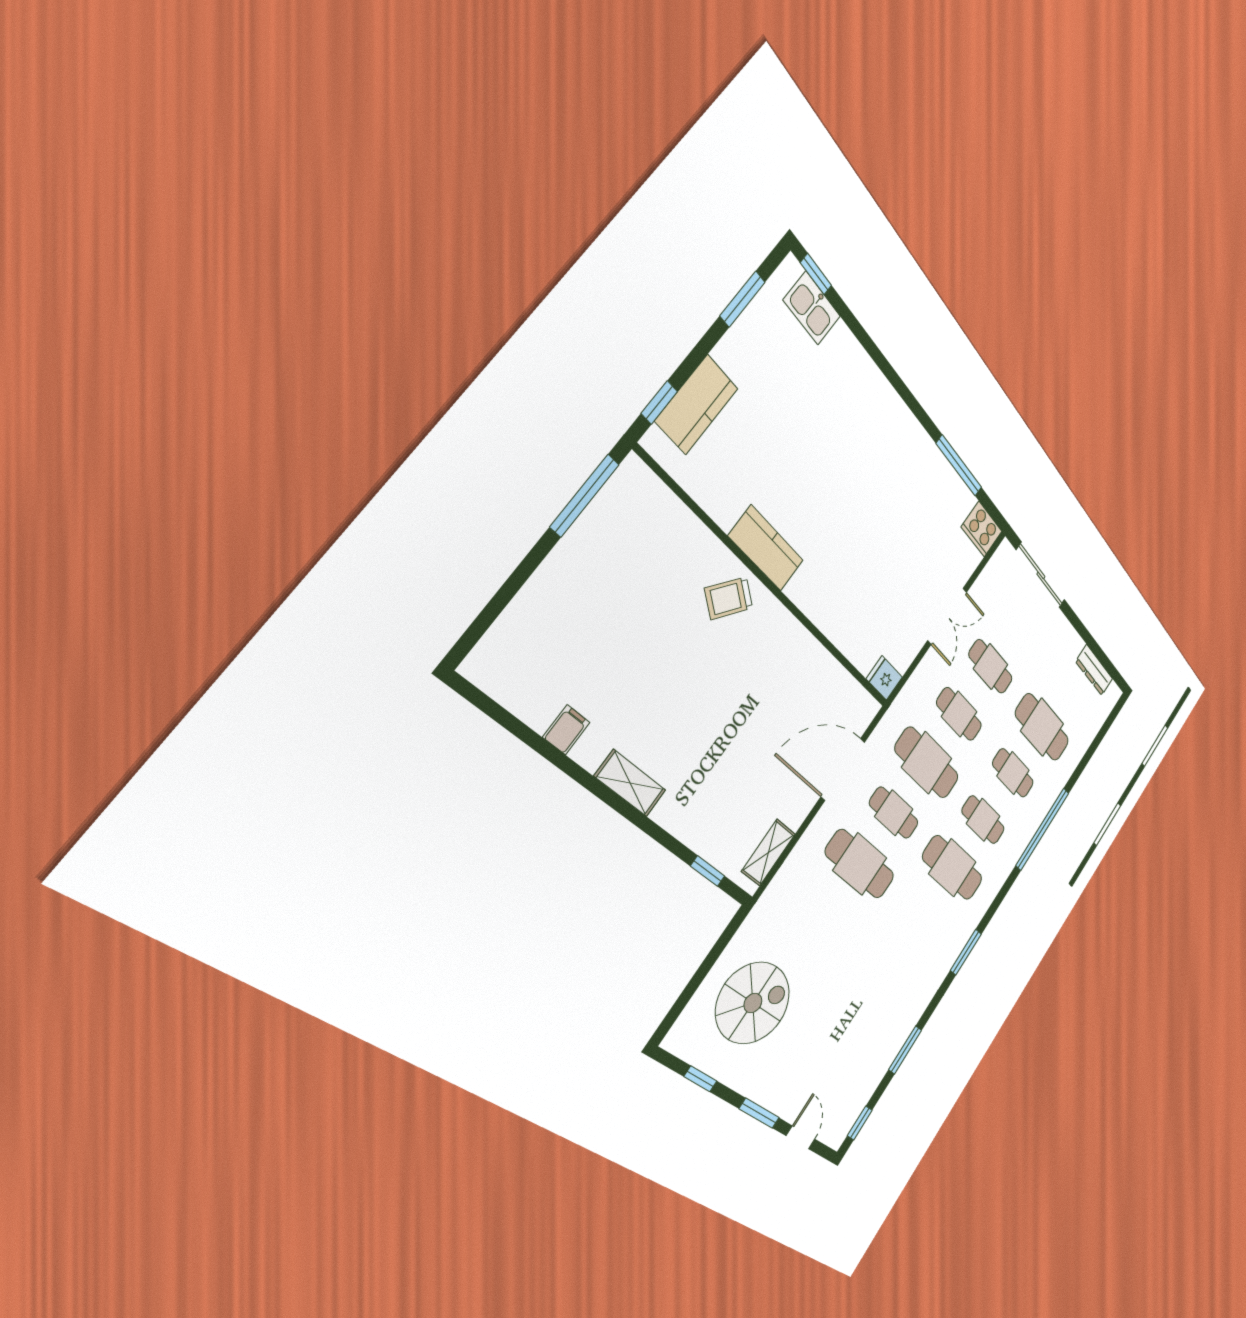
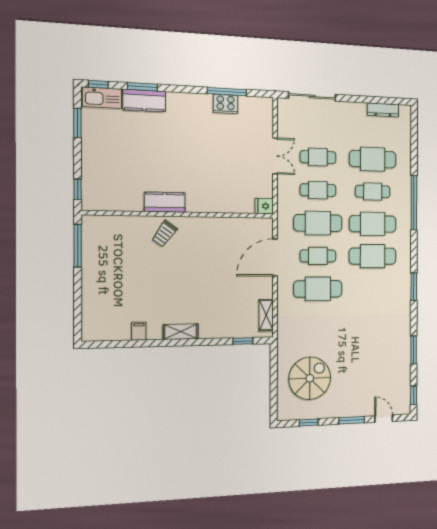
kitchen sink: (812, 308) -> (102, 98), width x1.38
window: (868, 344) -> (143, 87), added
kitchen counter: (697, 405) -> (144, 101), moved, turned 90
cooker: (982, 529) -> (226, 104), moved
cafe table: (983, 820) -> (373, 224), width x1.37, depth x1.35

